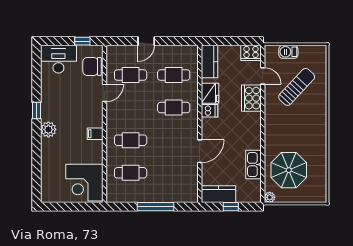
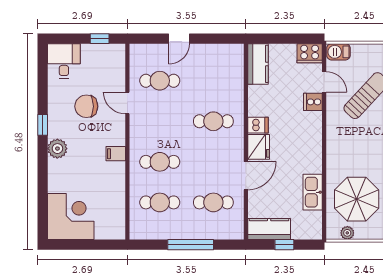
barbecue: (288, 52) -> (338, 52), moved
desk: (58, 59) -> (64, 61), width x0.73
chair: (92, 66) -> (86, 106), moved
cafe table: (174, 75) -> (213, 202), moved
door: (105, 93) -> (127, 103), swing flipped
fridge: (210, 93) -> (259, 147), moved
cooker: (251, 98) -> (313, 102), width x0.53, depth x0.76
corner desk: (84, 183) -> (71, 217), moved, turned 180
plant: (270, 197) -> (347, 233), moved

